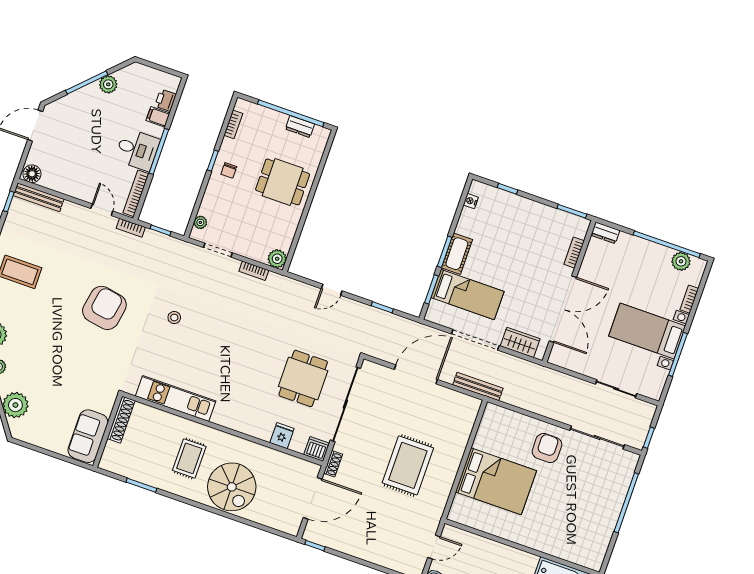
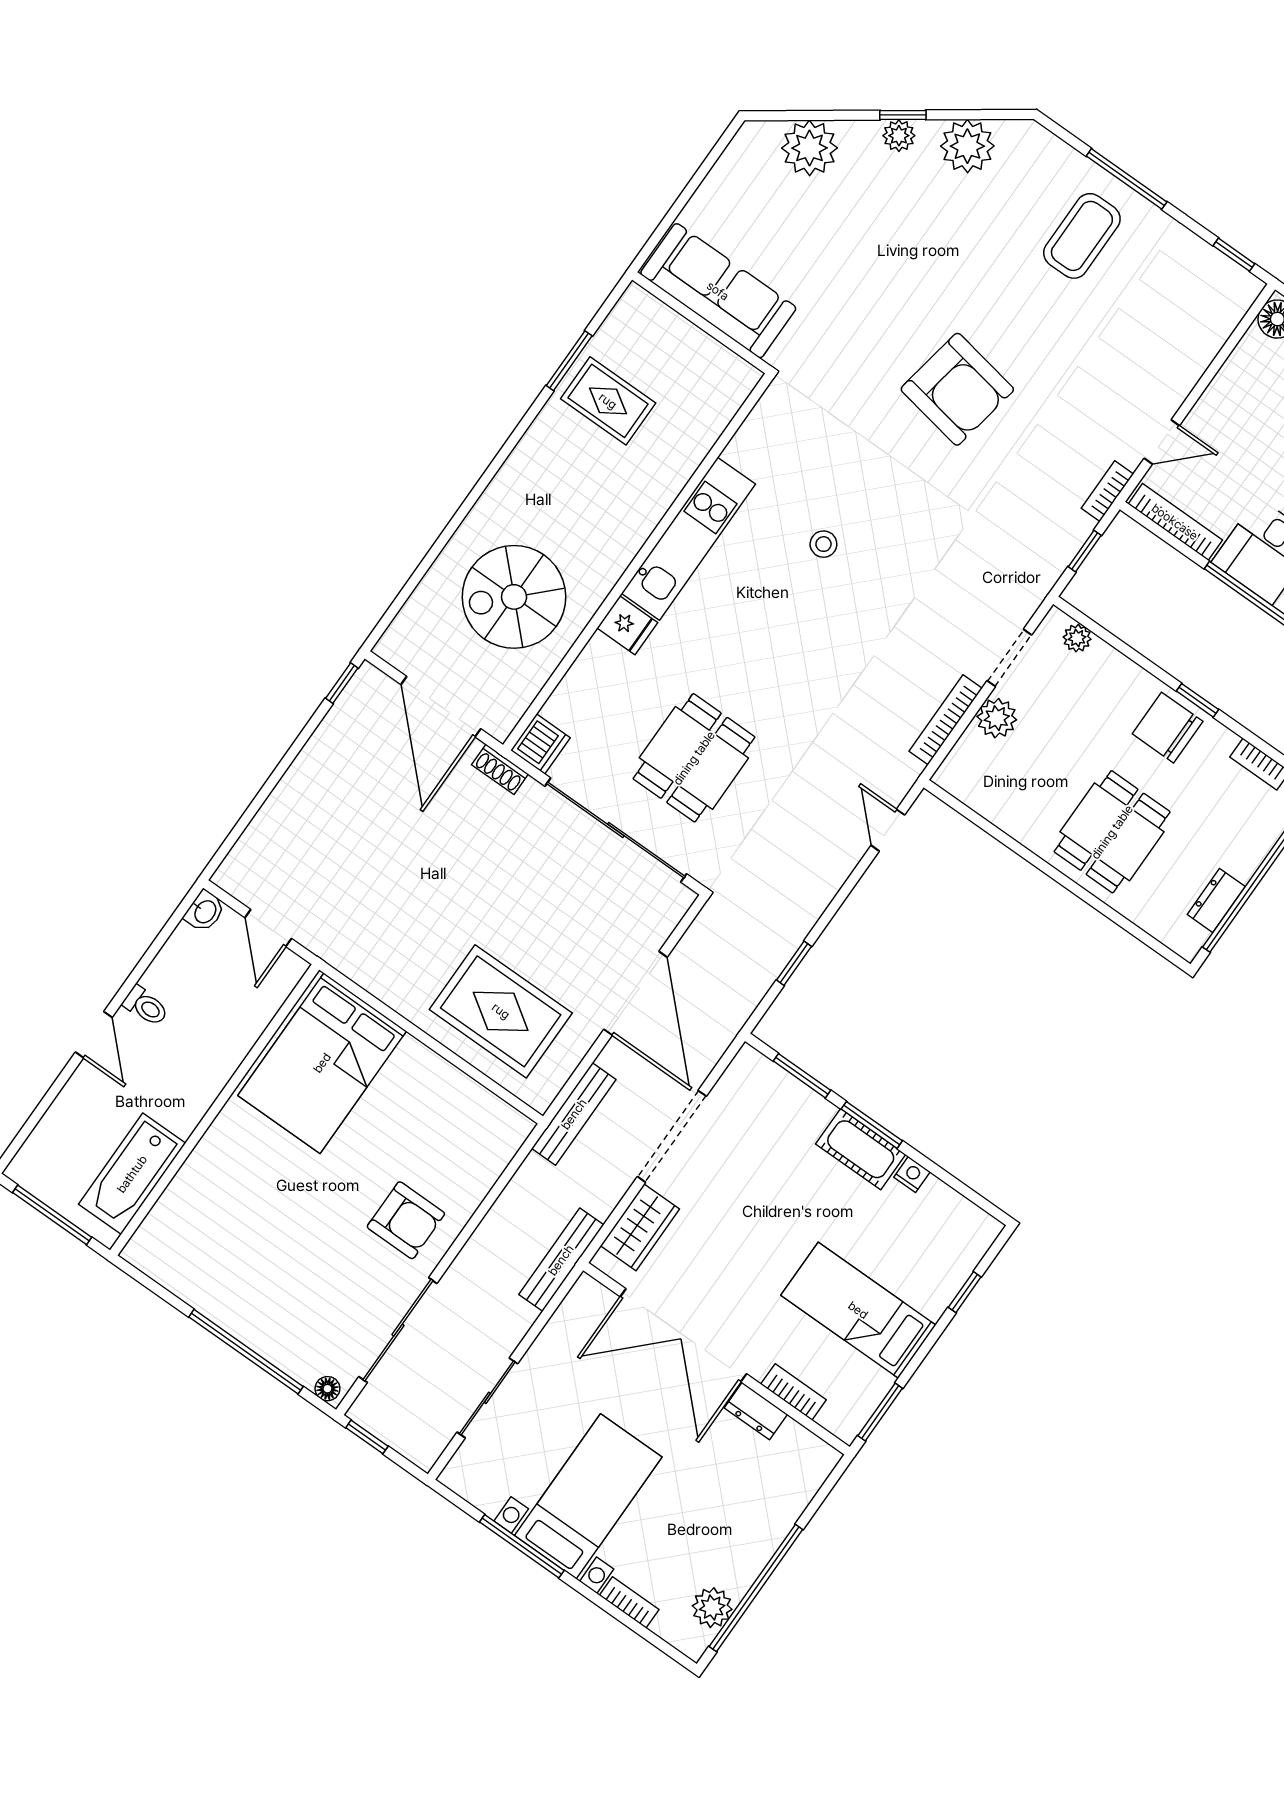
chair: (229, 170) -> (1168, 728), width x1.87, depth x1.87
bench: (39, 197) -> (561, 1260), moved
nightstand: (471, 201) -> (912, 1174), moved
dresser: (605, 233) -> (756, 1411), moved, turned -90
plant: (277, 259) -> (997, 718), moved
bookcase: (254, 271) -> (946, 720), width x1.56
door: (332, 290) -> (888, 830), moved
bed: (467, 295) -> (858, 1310), moved, turned 90
stool: (174, 318) -> (823, 544), moved
dining table: (303, 378) -> (694, 758), turned 90
kitchen unit: (176, 399) -> (688, 539), moved
shoe rack: (121, 420) -> (717, 358), removed
sofa: (88, 436) -> (718, 291), width x1.36
fridge: (282, 436) -> (627, 625), moved
rug: (189, 458) -> (608, 401), moved
floor lamp: (632, 462) -> (327, 1389), added
rug: (408, 465) -> (501, 1011), moved
bed: (496, 481) -> (322, 1063), moved
spiral stairs: (232, 487) -> (514, 597), moved

